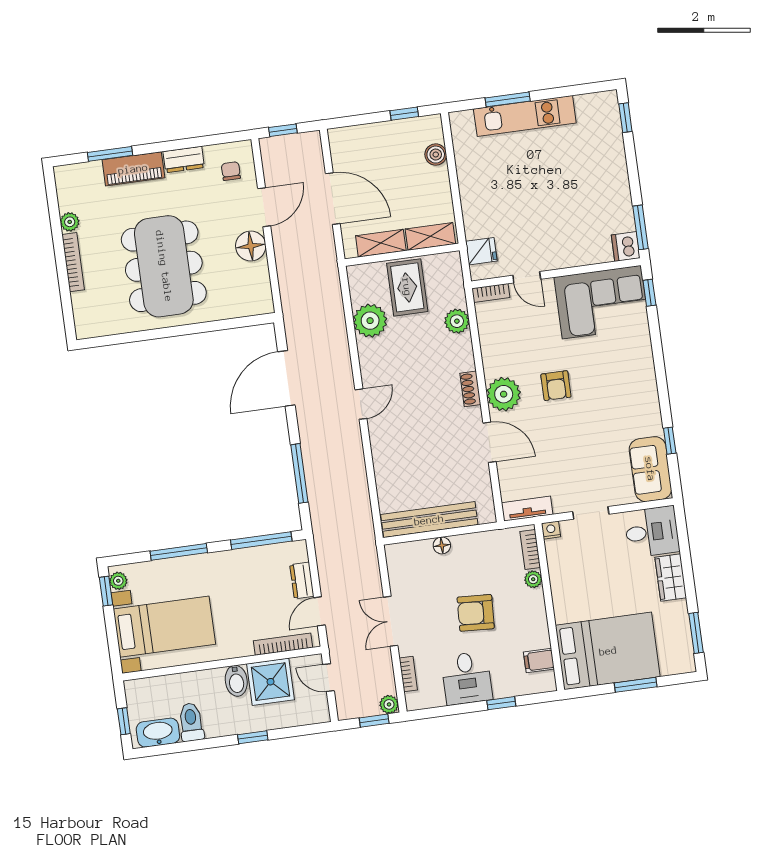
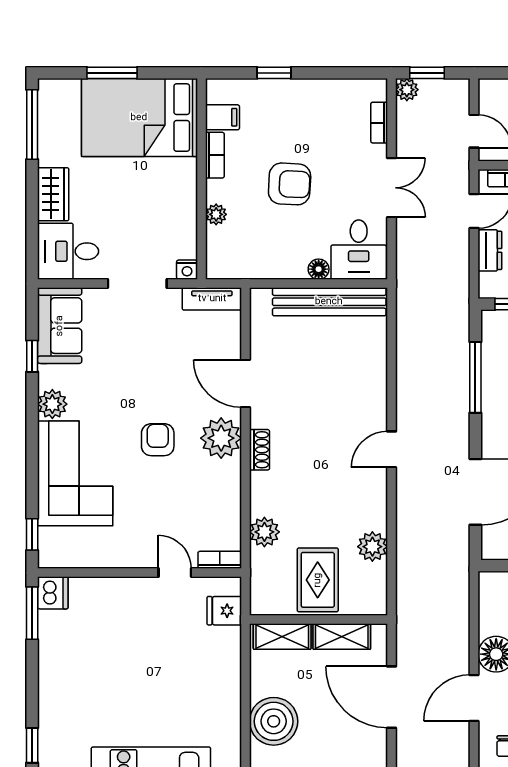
boiler: (436, 155) -> (274, 721), width x1.86, depth x1.86
corner sofa: (602, 302) -> (75, 473), moved, turned 90
plant: (370, 321) -> (372, 547), width x0.73, depth x0.73
plant: (648, 403) -> (52, 404), added
doorway: (591, 513) -> (137, 284), width x1.38
bookcase: (530, 550) -> (215, 155), moved
window: (696, 633) -> (32, 125), width x1.44
desk: (467, 678) -> (359, 250), moved, turned 180

